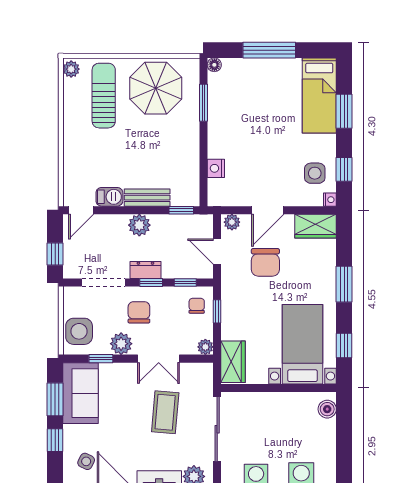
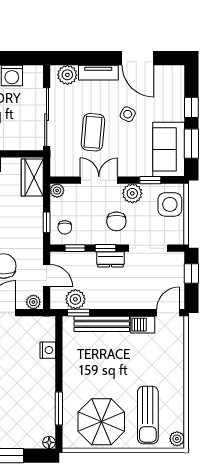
bench: (147, 198) -> (102, 324), width x1.36
plant: (139, 225) -> (75, 299), moved
side table: (86, 461) -> (128, 114), moved

